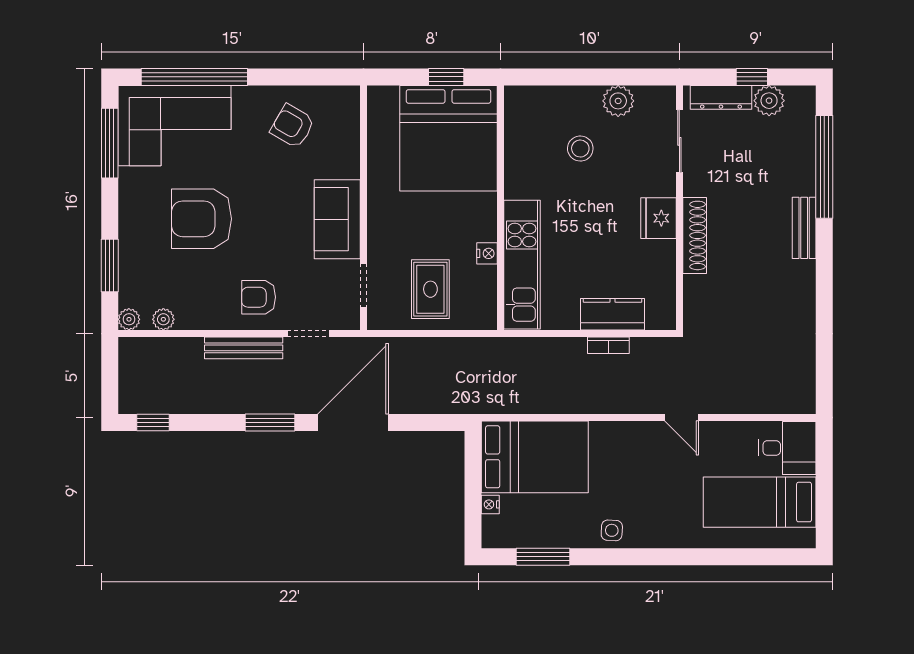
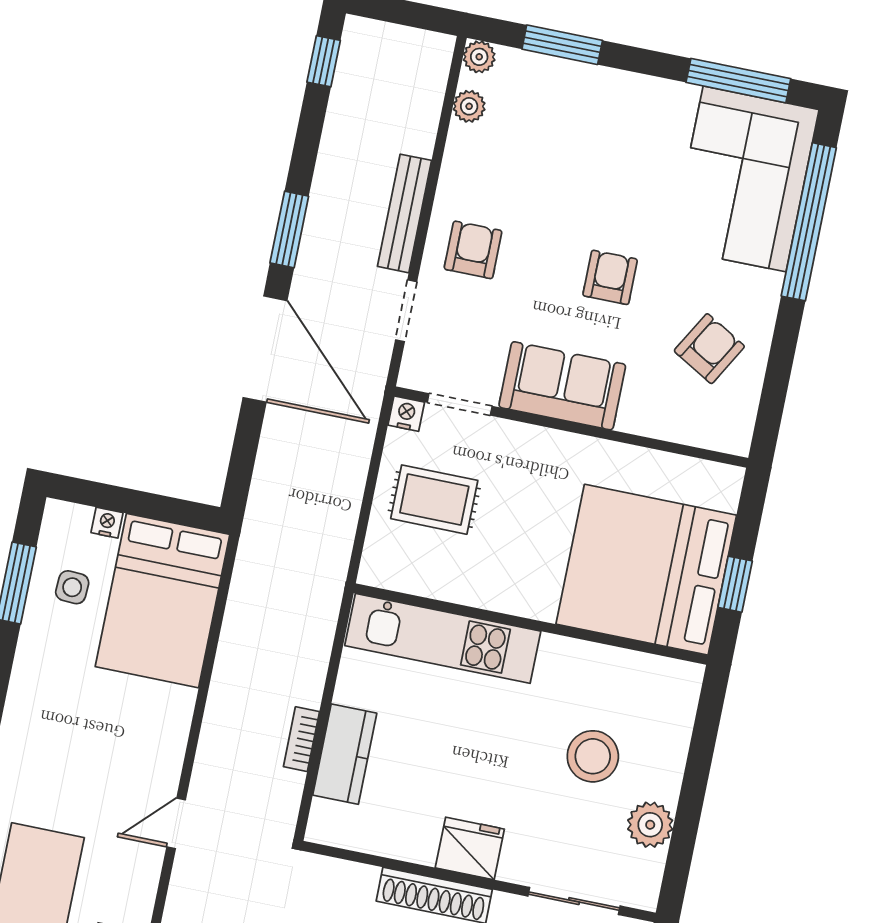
stool: (580, 149) -> (593, 756), width x1.38, depth x1.38
armchair: (202, 219) -> (610, 277), moved, width x0.53, depth x0.53
nightstand: (487, 253) -> (406, 414), moved, turned 180
side table: (612, 530) -> (72, 587), moved

